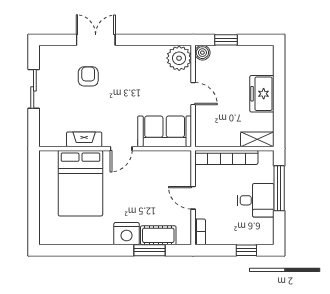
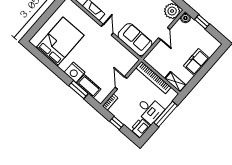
door: (121, 149) -> (107, 30), swing flipped
bed: (80, 183) -> (60, 42), moved, turned 180
printer: (263, 231) -> (140, 128), added
window: (246, 250) -> (117, 123), moved

